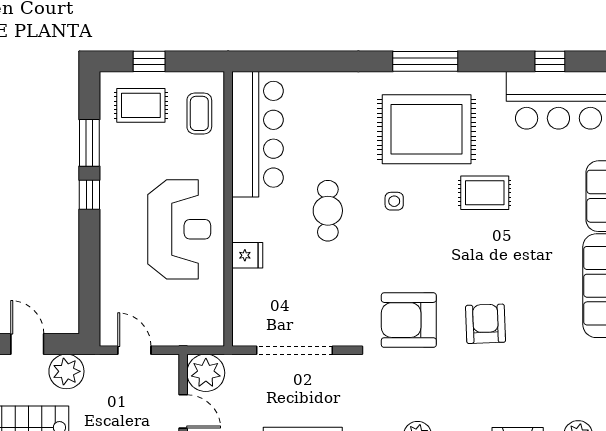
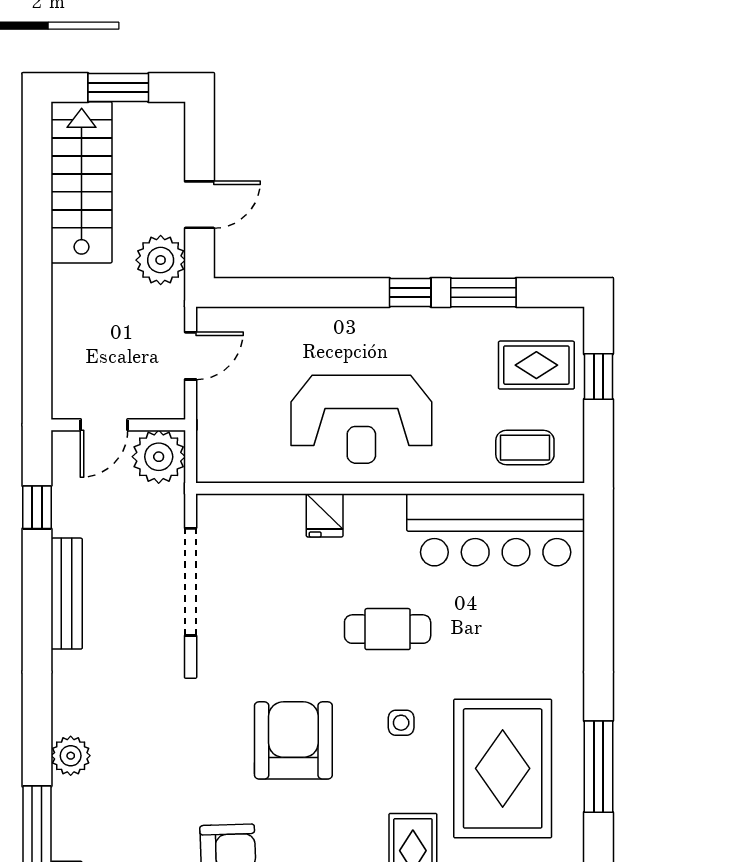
rug: (141, 105) -> (536, 365), turned 90
armchair: (409, 320) -> (293, 740), moved

